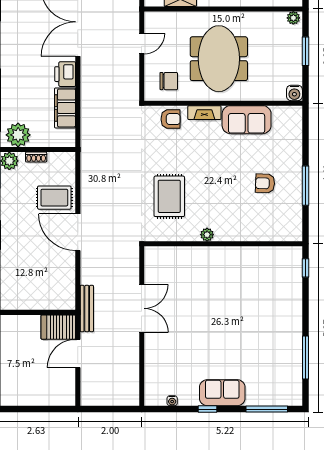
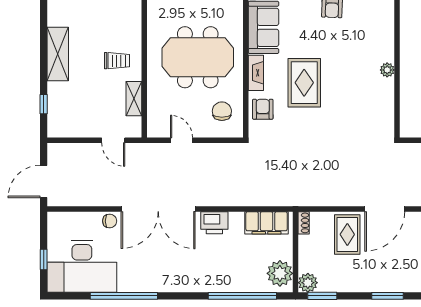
filing cabinet: (65, 108) -> (267, 223), moved
shoe rack: (36, 157) -> (304, 223), moved
rug: (169, 196) -> (304, 83), moved, turned 90

